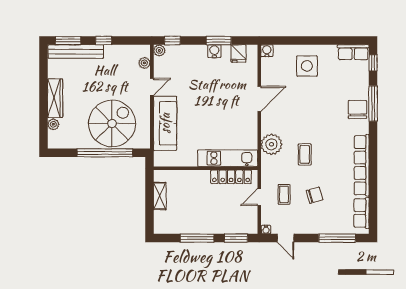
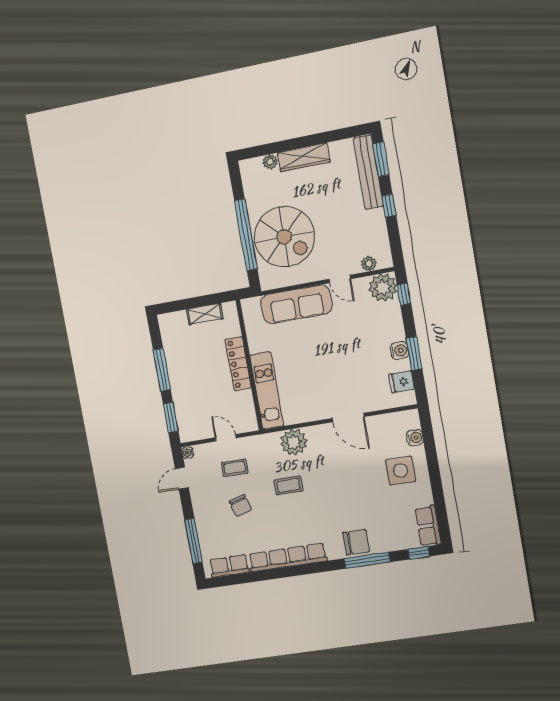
plant: (159, 50) -> (383, 288), width x1.87, depth x1.87
water cooler: (267, 51) -> (415, 438), moved
locker: (231, 177) -> (238, 364), moved

